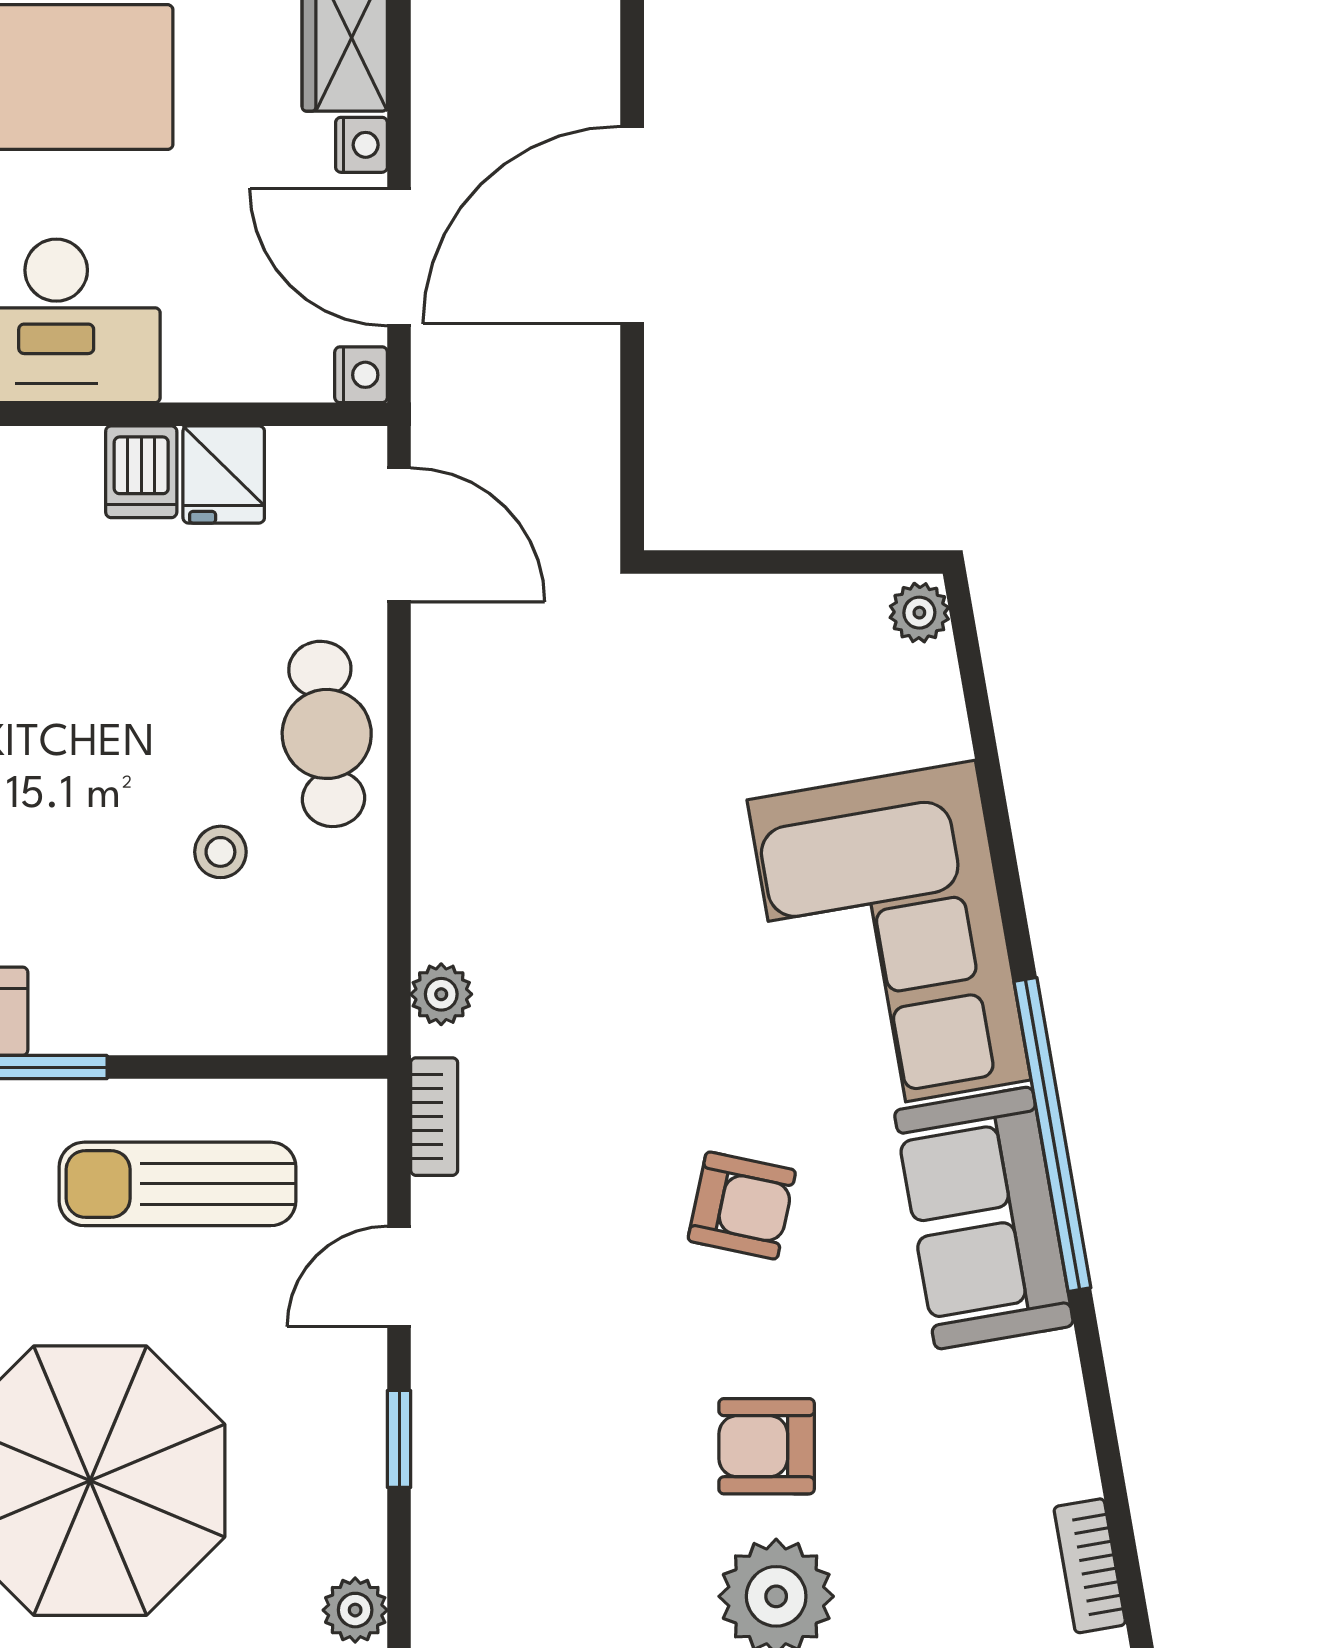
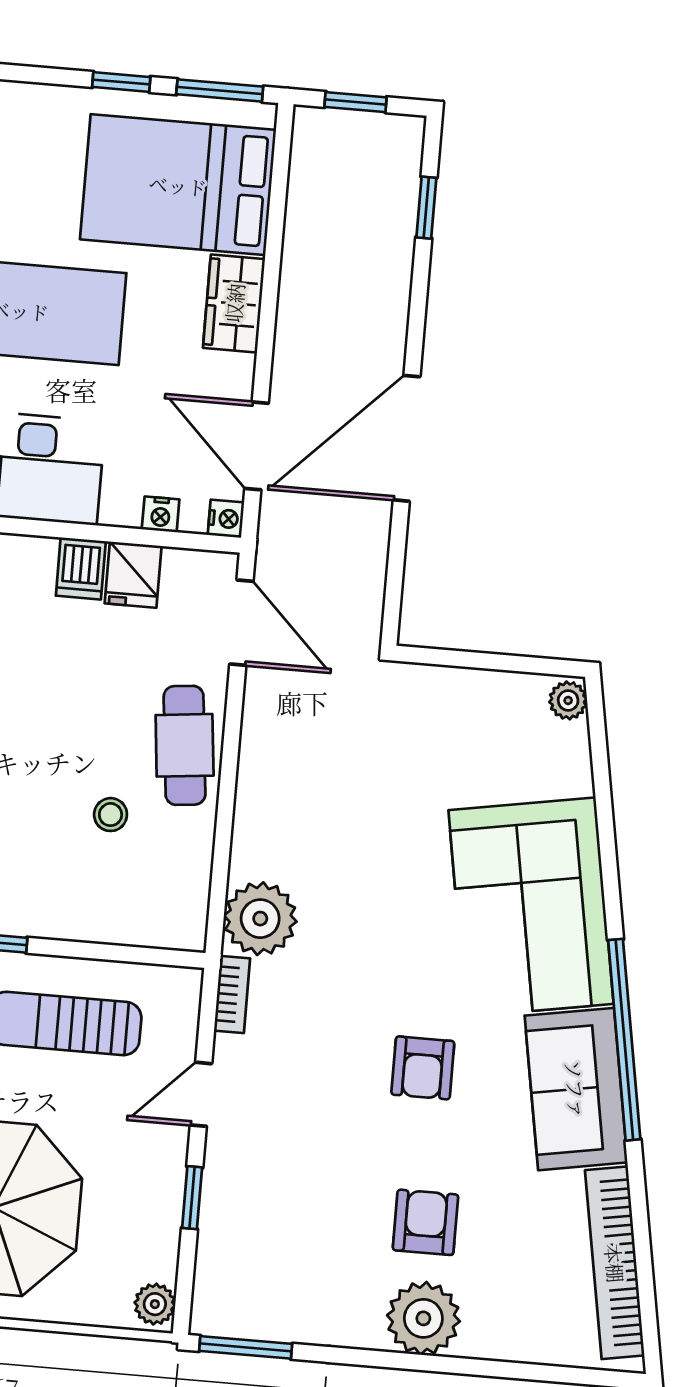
nightstand: (361, 145) -> (161, 514), moved, turned 90
plant: (441, 994) -> (260, 919), width x1.87, depth x1.87
armchair: (742, 1206) -> (423, 1068), turned 78
armchair: (767, 1446) -> (425, 1222), turned 90
bookcase: (1090, 1566) -> (615, 1263), width x2.31, depth x1.31

